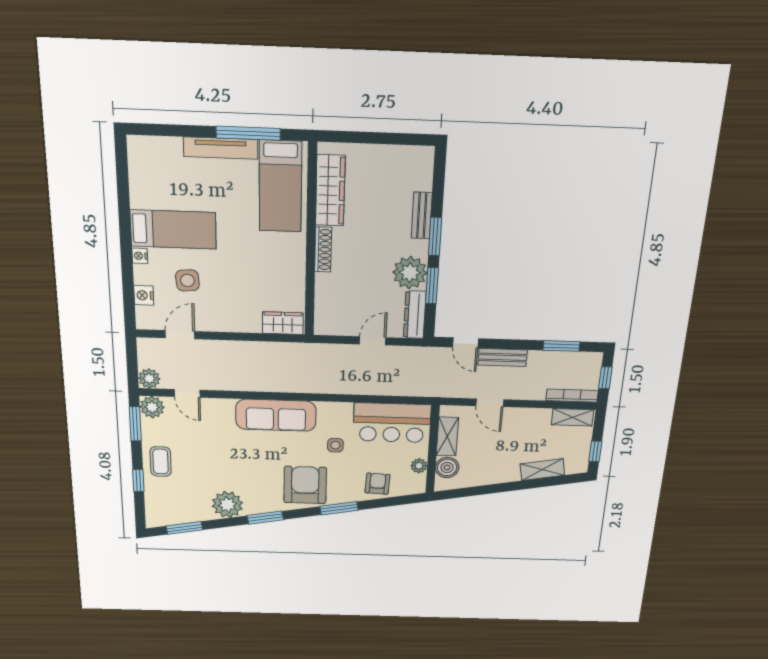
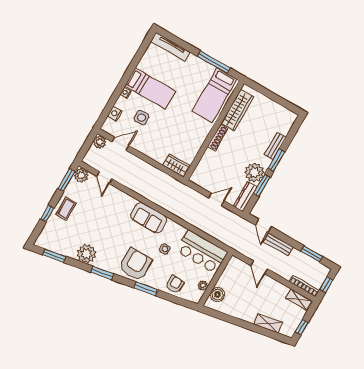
tv unit: (221, 148) -> (170, 47), moved
plant: (149, 378) -> (100, 142), moved
sofa: (276, 415) -> (149, 218), width x0.73
shelving: (447, 436) -> (227, 276), removed

